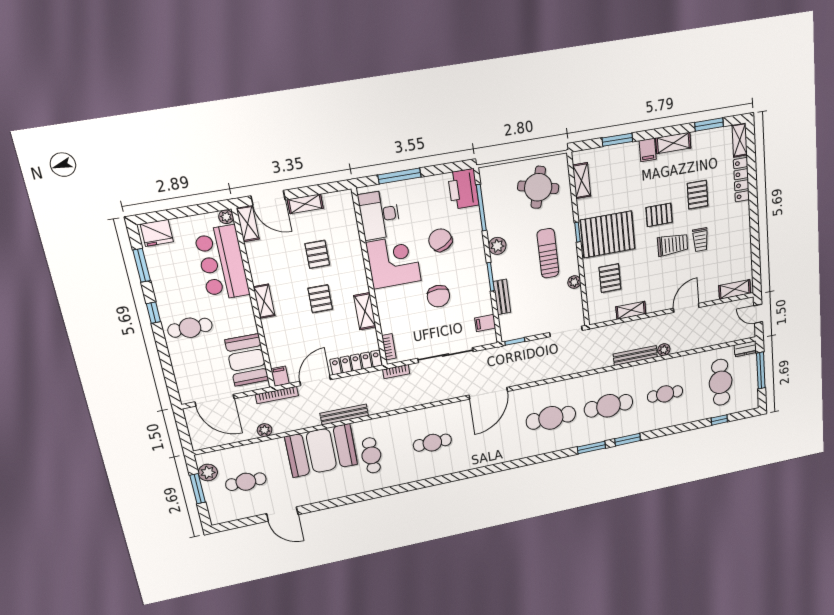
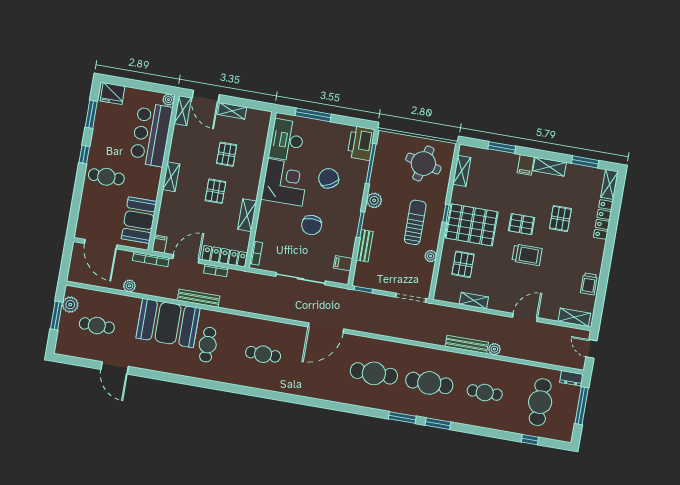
trolley: (700, 240) -> (589, 284), moved
bookcase: (396, 372) -> (216, 271), moved

